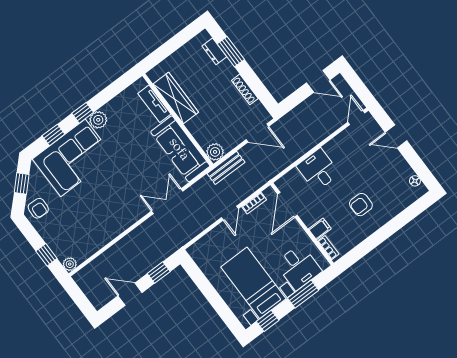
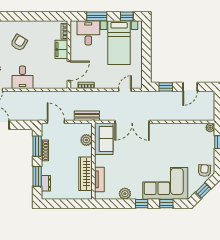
window: (258, 87) -> (37, 146), added
plant: (98, 120) -> (125, 194), moved
sofa: (180, 149) -> (104, 139), width x0.73
plant: (215, 152) -> (86, 140), moved
desk: (318, 170) -> (22, 77), moved
double door: (167, 201) -> (132, 122), width x1.37
armchair: (361, 205) -> (19, 43), moved, turned -59
door: (230, 213) -> (125, 90), moved
filing cabinet: (320, 229) -> (61, 49), width x2.00
door: (130, 294) -> (190, 87), hinge flipped

